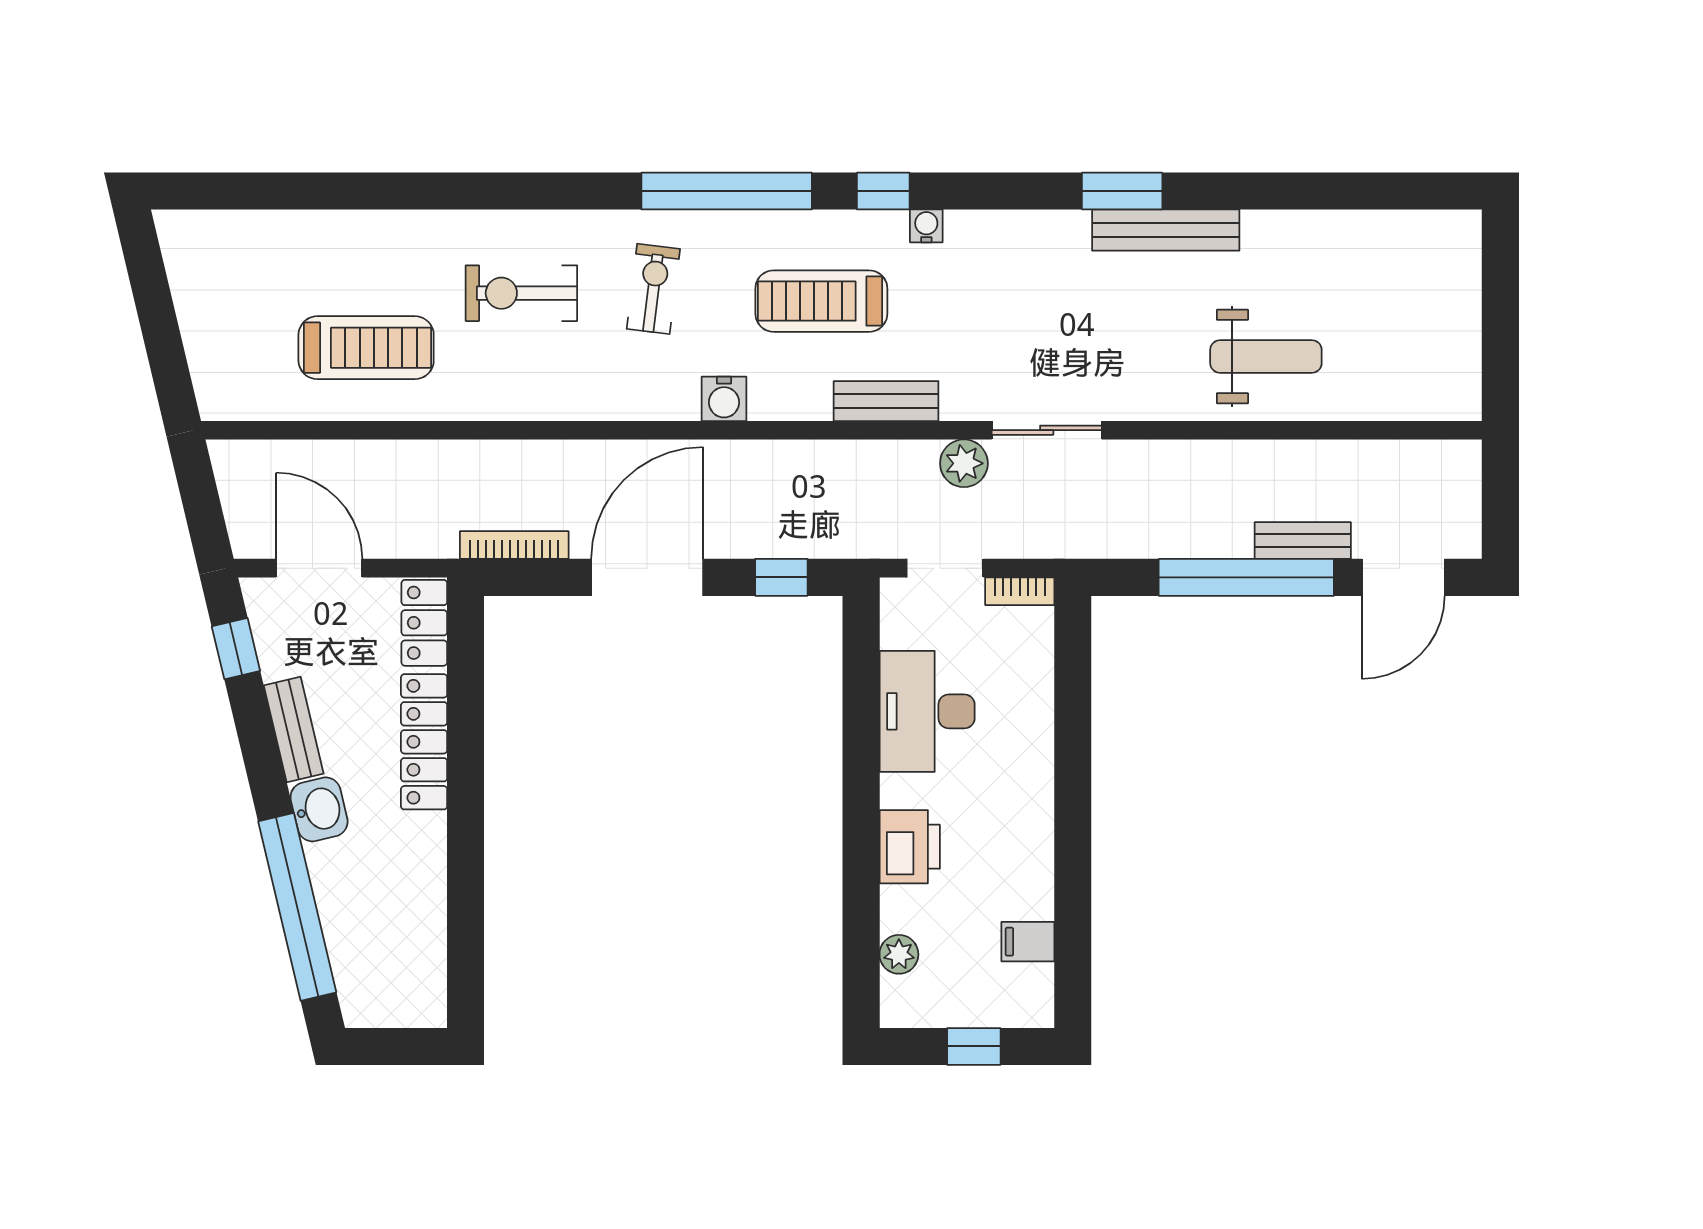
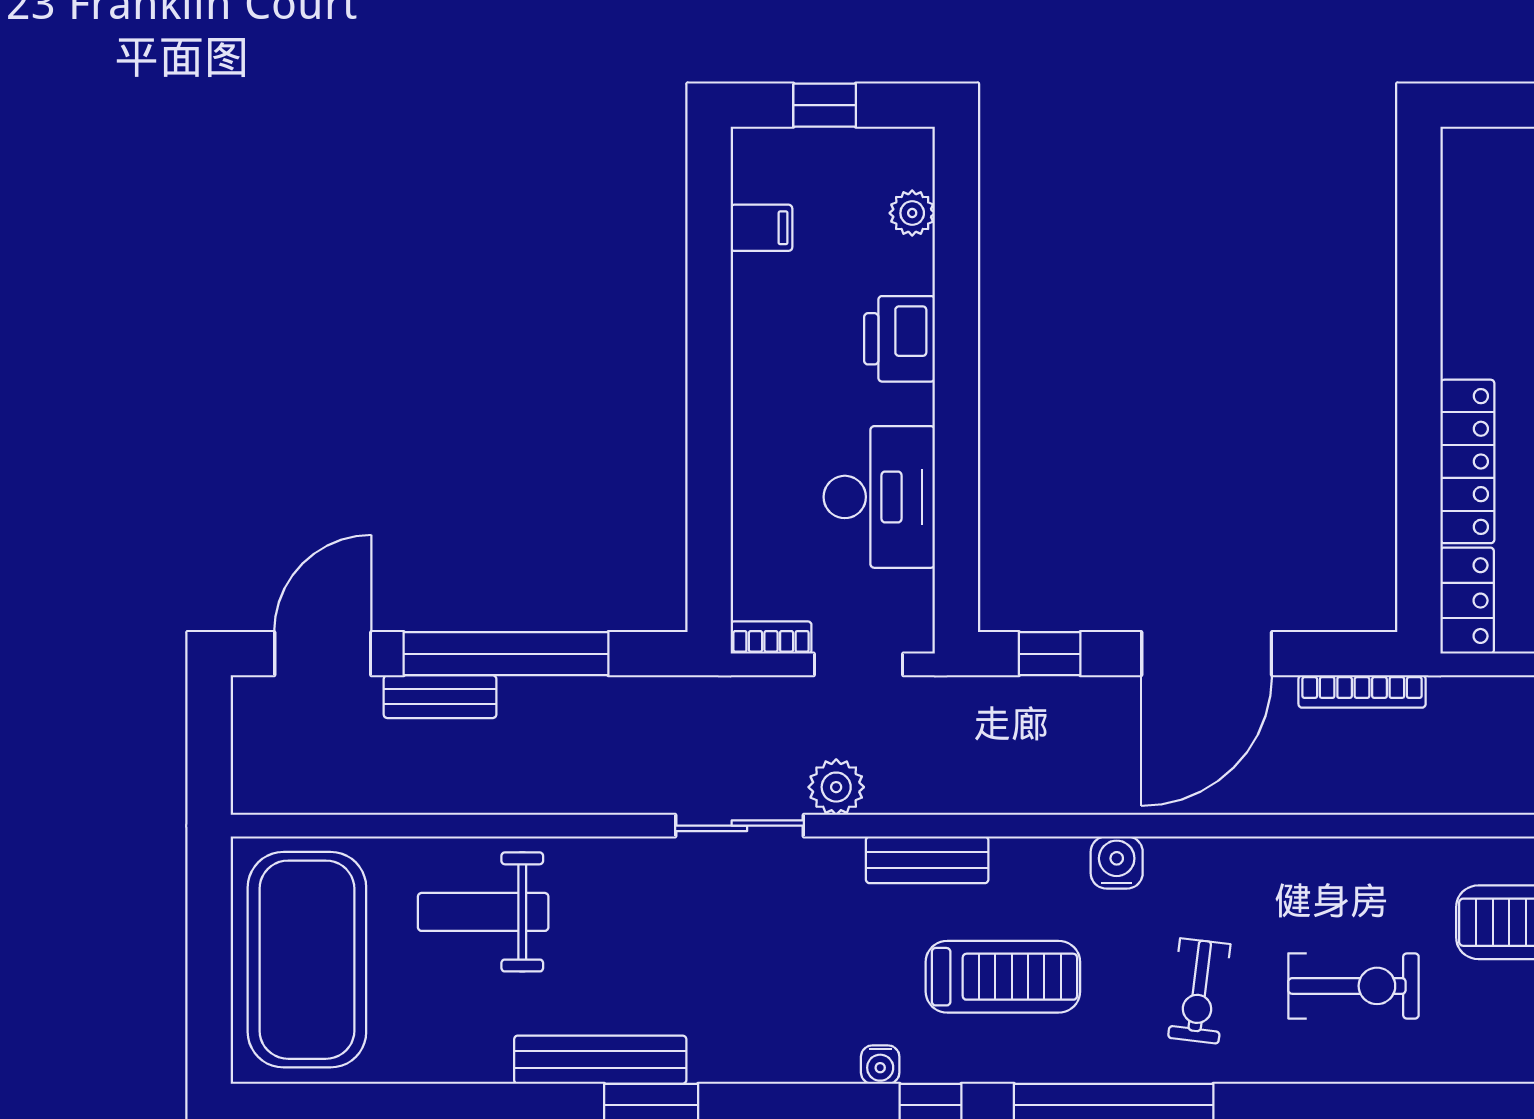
exercise mat: (1417, 316) -> (307, 960), added

